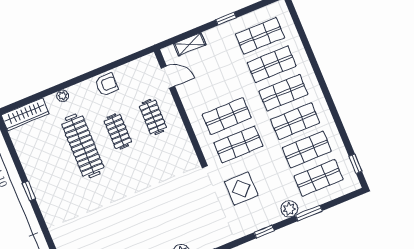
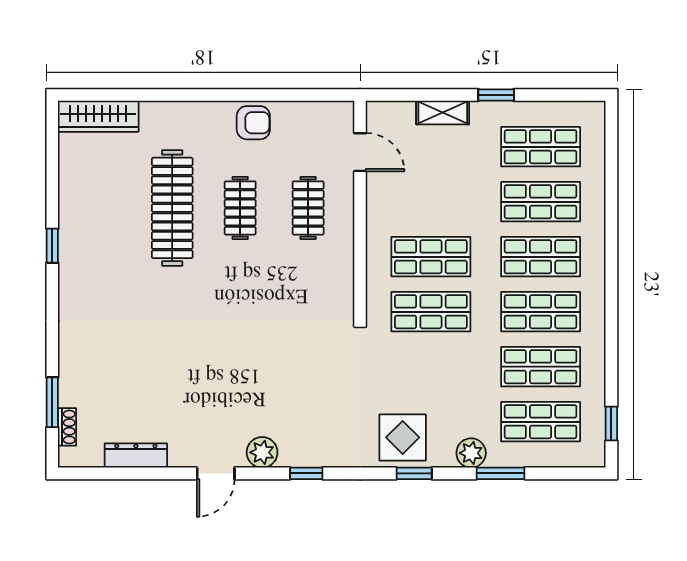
shelving: (190, 44) -> (443, 113), moved
plant: (63, 96) -> (173, 111), removed
display table: (241, 189) -> (403, 437), moved

